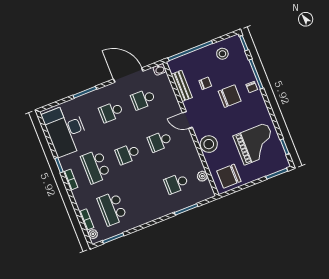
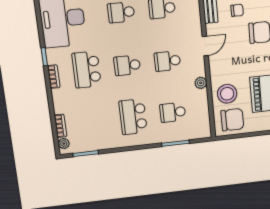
door: (187, 120) -> (205, 46), swing flipped
stool: (209, 144) -> (227, 94), moved
plant: (202, 176) -> (201, 83), moved
chair: (229, 176) -> (232, 120), turned 180
school desk: (112, 209) -> (133, 117), moved

